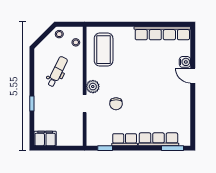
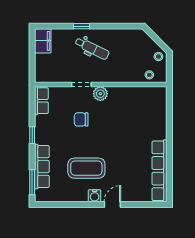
coffee table: (104, 50) -> (86, 168), moved
water cooler: (185, 62) -> (95, 196), moved
dental chair: (57, 72) -> (92, 48), moved
row of seats: (125, 140) -> (41, 101), moved
window: (105, 148) -> (32, 135), moved

